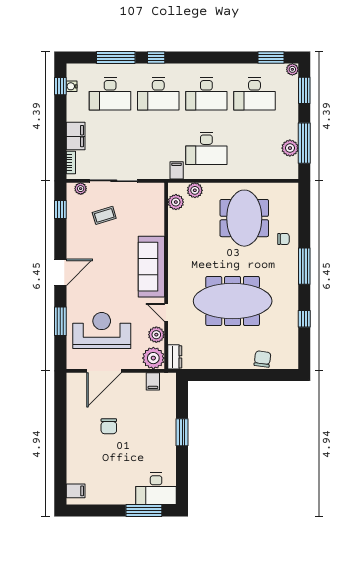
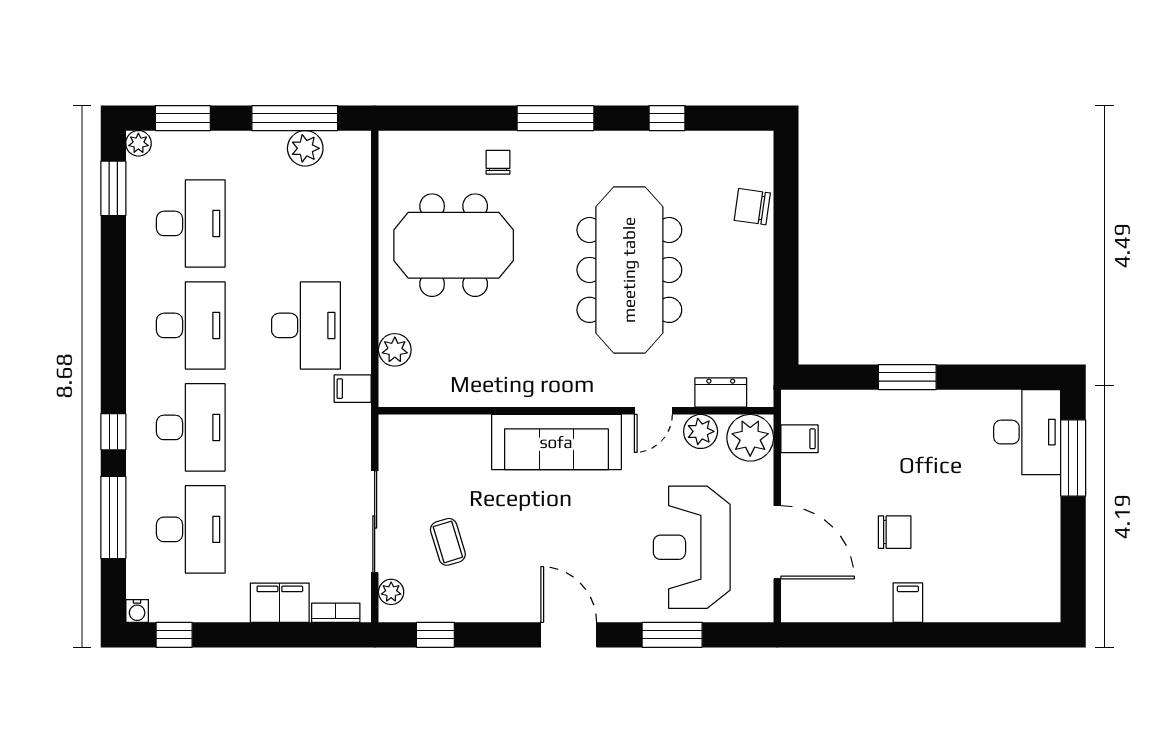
water cooler: (72, 86) -> (137, 611), moved
plant: (176, 202) -> (420, 390), removed
dresser: (175, 357) -> (721, 392), moved
filing cabinet: (76, 491) -> (908, 603), moved

